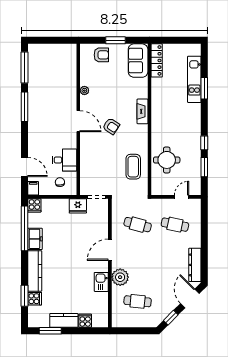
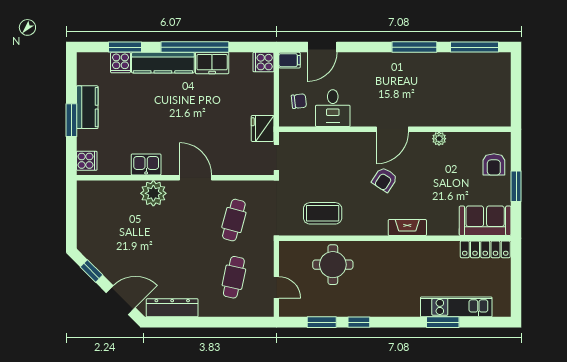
window: (25, 228) -> (195, 47), moved
cafe table: (138, 301) -> (116, 220), removed
cooker: (85, 321) -> (87, 161), moved
window: (50, 331) -> (71, 120), moved

